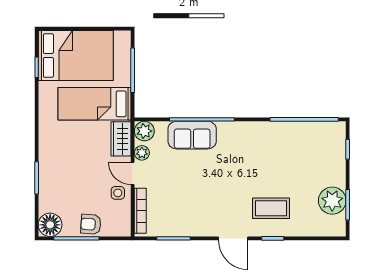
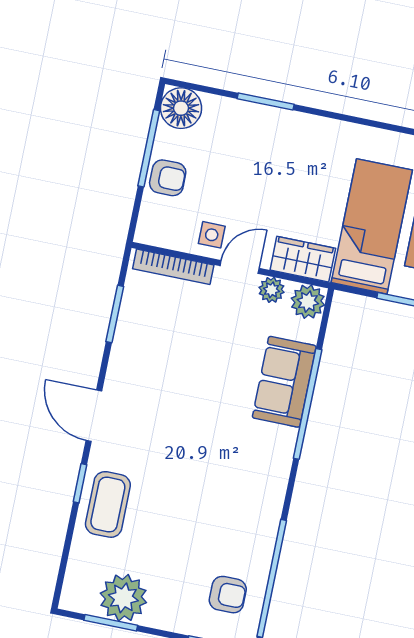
armchair: (318, 142) -> (228, 595), added
coffee table: (271, 208) -> (108, 504), moved
armchair: (91, 224) -> (168, 178), turned 86
door: (233, 238) -> (94, 416), hinge flipped

